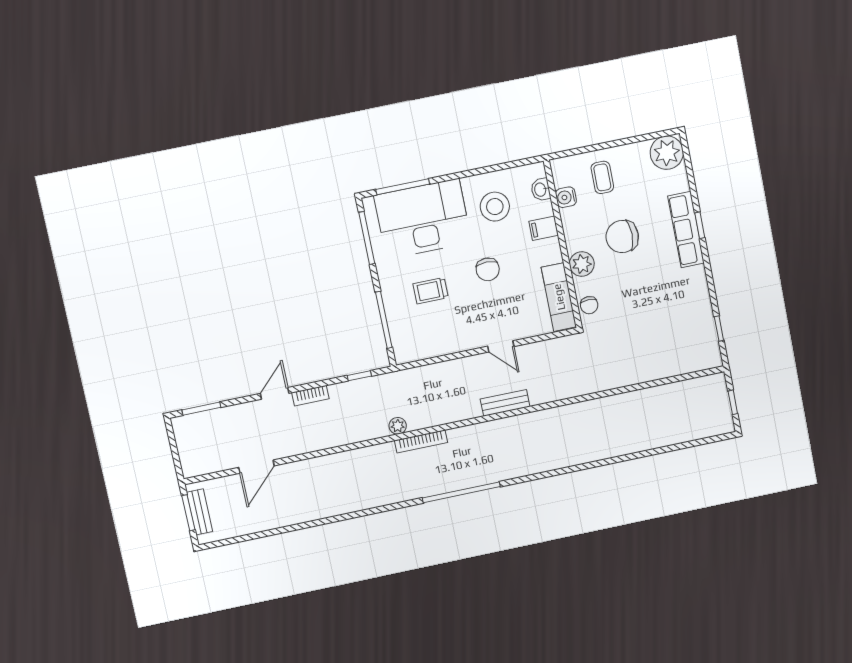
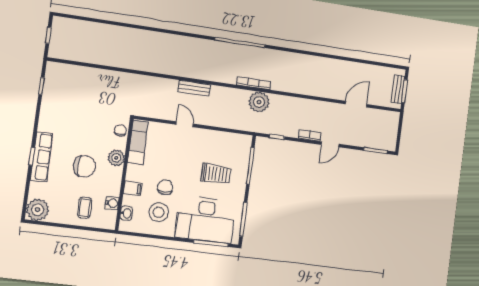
chair: (488, 269) -> (165, 187), moved
trolley: (431, 291) -> (216, 174), width x1.36, depth x1.39
plant: (398, 426) -> (259, 102), width x1.87, depth x1.87

